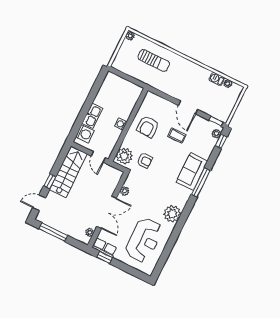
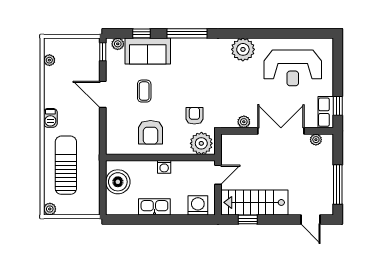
sun lounger: (154, 60) -> (66, 165), width x1.36, depth x1.34
barbecue: (217, 79) -> (50, 118), moved
boiler: (126, 89) -> (118, 182), added
door: (188, 107) -> (103, 94), swing flipped
kitchen sink: (92, 116) -> (154, 207), moved
armchair: (148, 126) -> (151, 132), turned 88
window: (221, 141) -> (142, 33), moved
sofa: (192, 171) -> (148, 51), moved
window: (50, 181) -> (248, 220), moved
reception desk: (144, 240) -> (293, 68), turned 180

